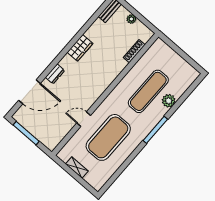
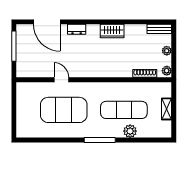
plant: (147, 32) -> (167, 71), added
shelving: (77, 167) -> (167, 109), moved

